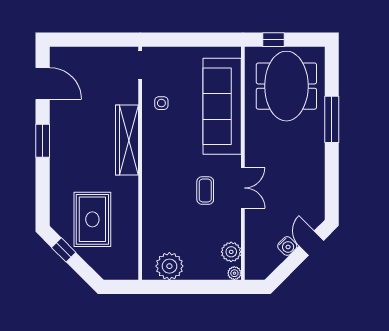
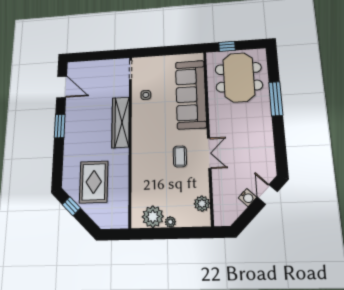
plant: (234, 273) -> (170, 222), moved

